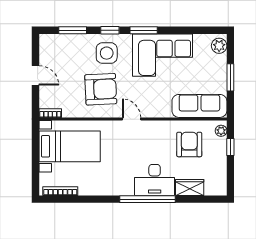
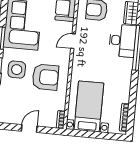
armchair: (101, 89) -> (45, 77), turned 93
door: (132, 119) -> (73, 41), moved

